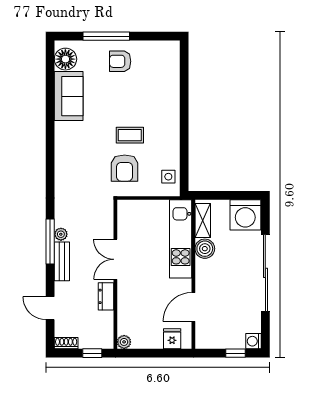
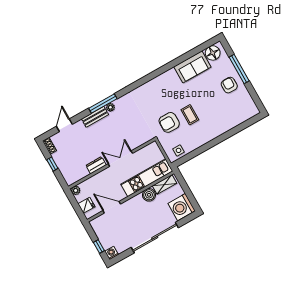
double door: (115, 259) -> (120, 159), moved
wall: (115, 274) -> (112, 163), moved
dresser: (106, 296) -> (96, 165), moved
plant: (124, 342) -> (76, 190), moved

